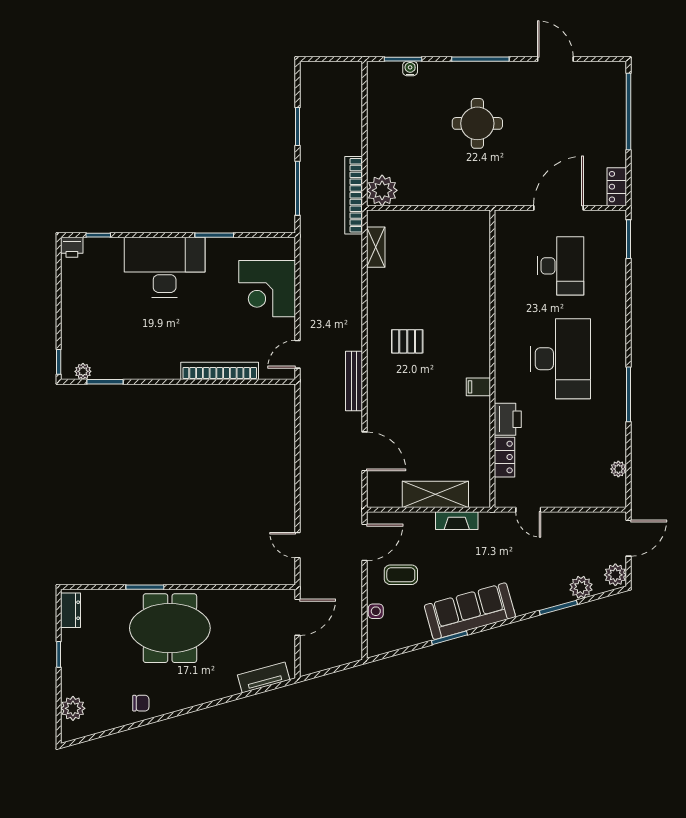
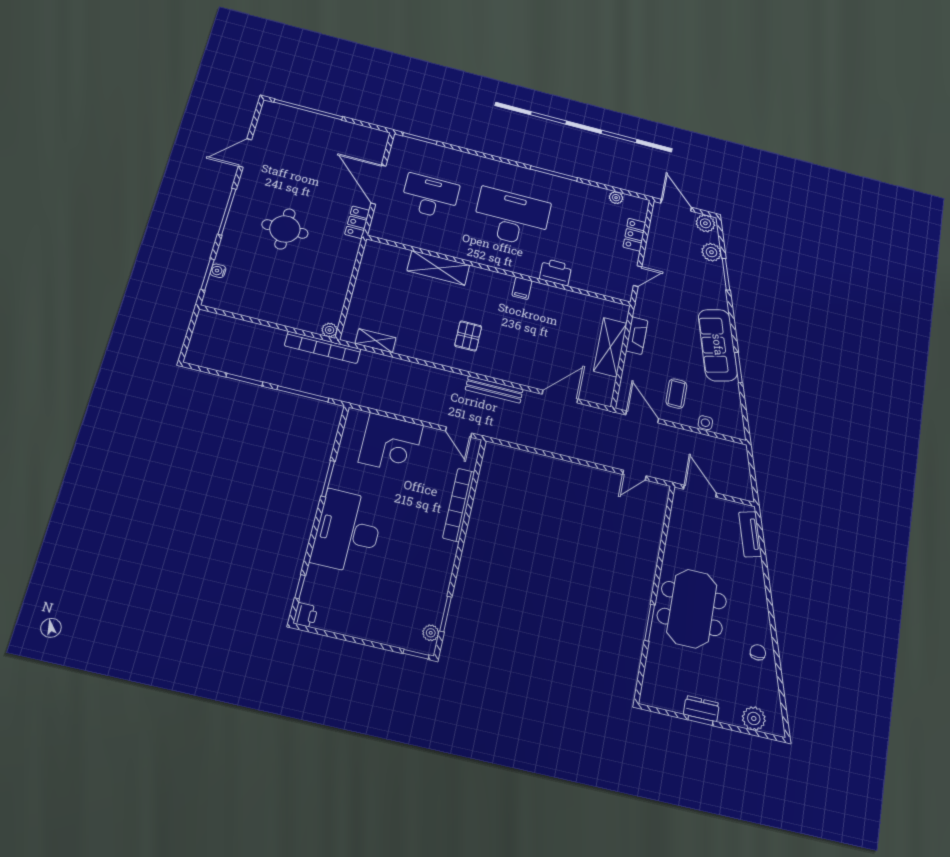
locker: (617, 187) -> (357, 222), moved, turned 90
plant: (382, 190) -> (330, 330), width x0.53, depth x0.53
shelving: (477, 293) -> (438, 268), added
locker: (505, 457) -> (634, 235), moved, turned -90
dresser: (71, 610) -> (701, 709), moved

